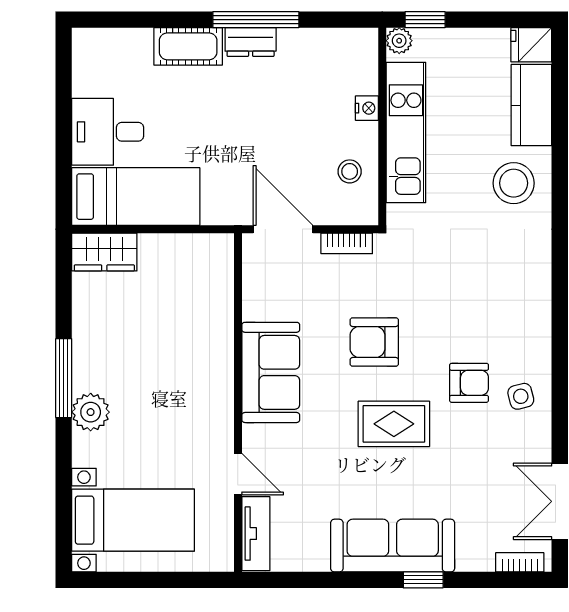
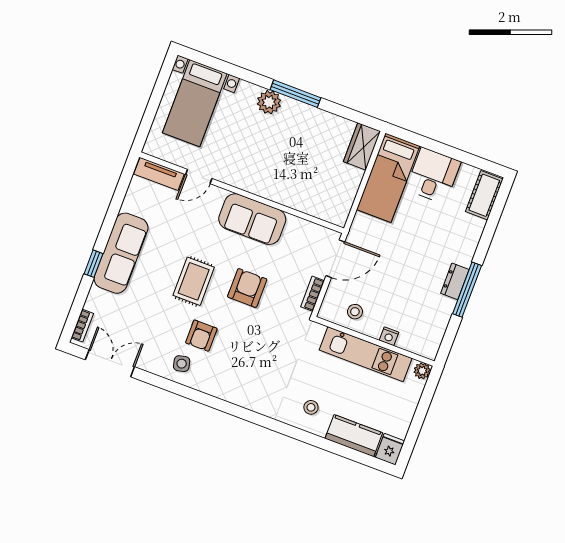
window: (425, 20) -> (429, 391), removed
cot: (188, 46) -> (484, 195), moved
stool: (514, 183) -> (311, 407), width x0.53, depth x0.53

